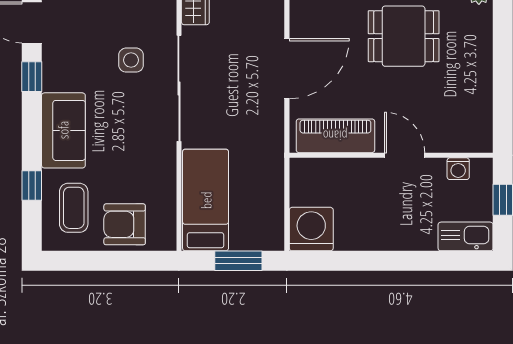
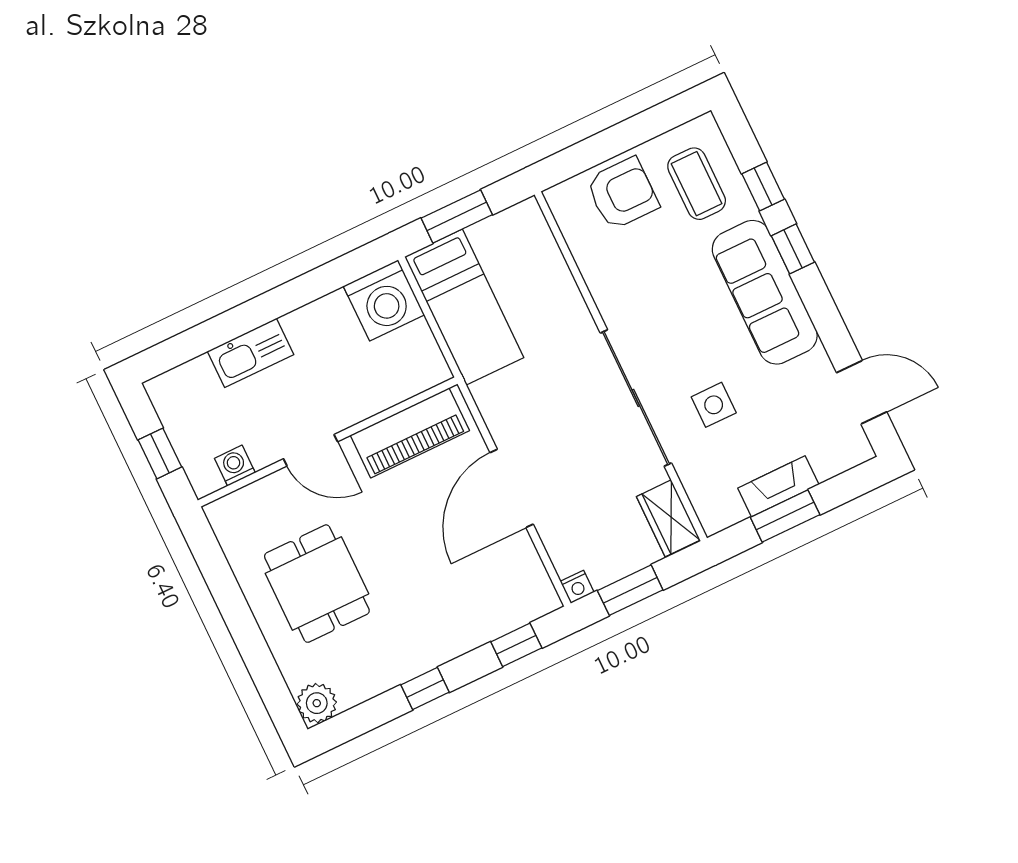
dining table: (404, 36) -> (317, 584), moved, turned 90
window: (32, 77) -> (793, 249), moved
sofa: (63, 130) -> (765, 292), width x1.36
bed: (206, 200) -> (464, 307), moved
kitchen sink: (466, 236) -> (251, 353), moved

